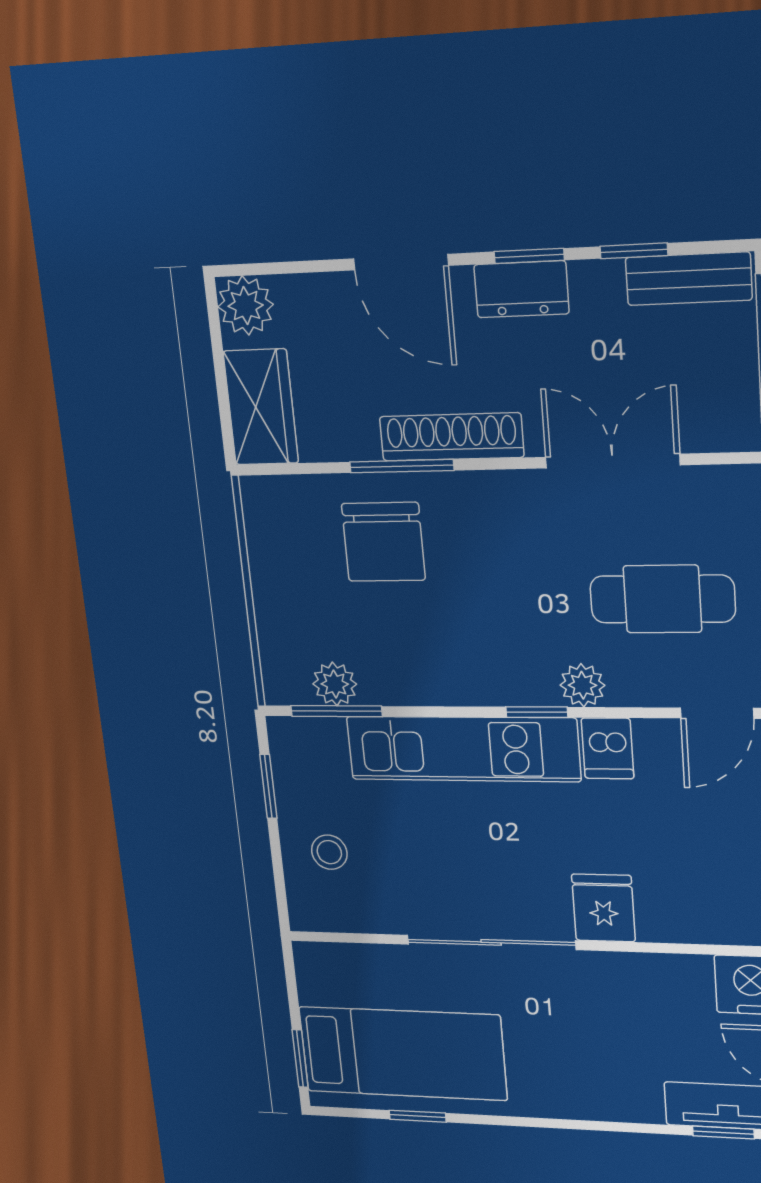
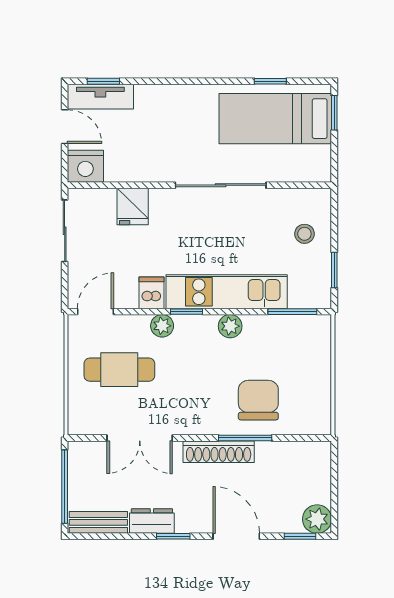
window: (634, 251) -> (300, 536), moved
dresser: (521, 289) -> (152, 521), moved
wardrobe: (261, 407) -> (315, 469), removed
plant: (335, 684) -> (230, 326), moved
fridge: (603, 908) -> (133, 206), moved

